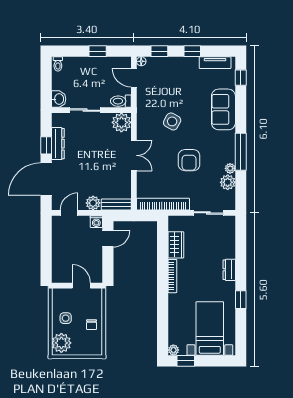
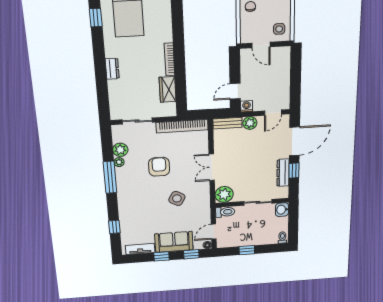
door: (134, 78) -> (214, 232), swing flipped
window: (241, 78) -> (114, 227), moved
sofa: (223, 109) -> (174, 242), moved, turned -90
window: (241, 300) -> (96, 18), moved
side table: (66, 318) -> (279, 29), moved

